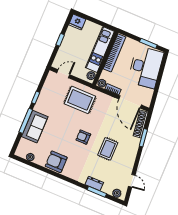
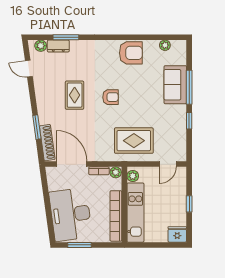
dresser: (94, 183) -> (58, 46), moved

